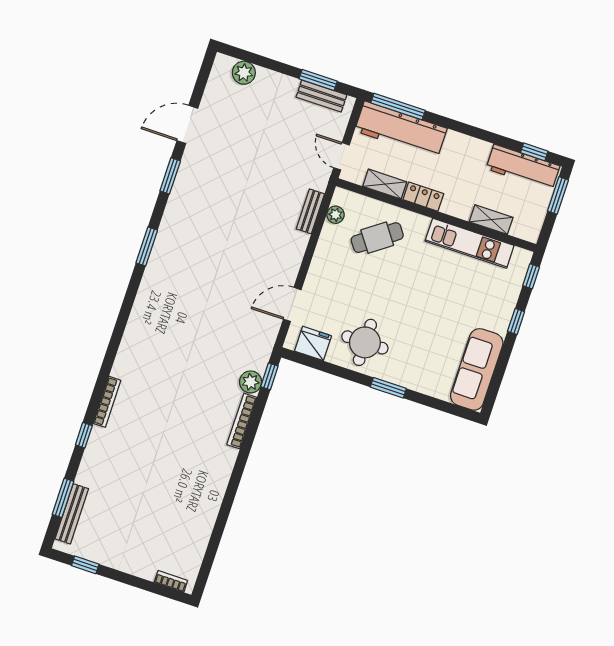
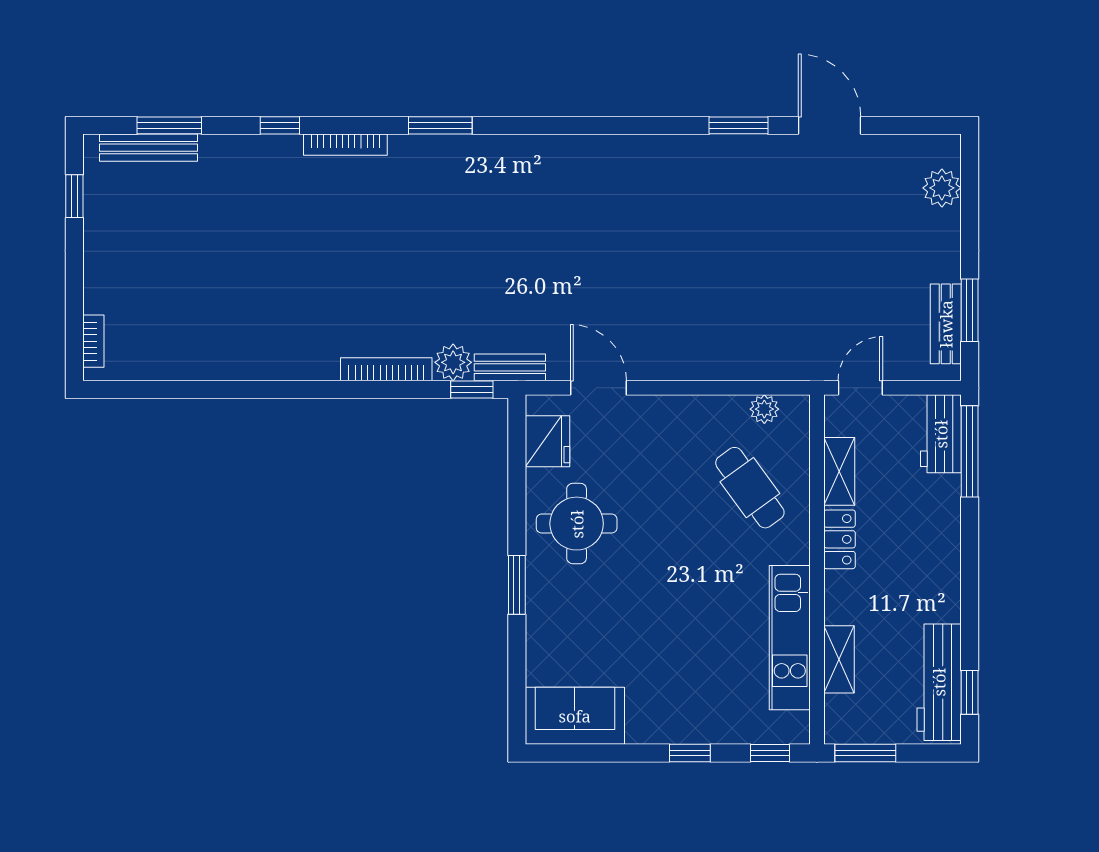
workbench: (401, 130) -> (941, 434), width x0.53, depth x0.76
window: (558, 196) -> (865, 753), moved
bench: (310, 211) -> (510, 367), moved
window: (147, 246) -> (440, 125), moved
sofa: (477, 369) -> (575, 716), width x0.73

